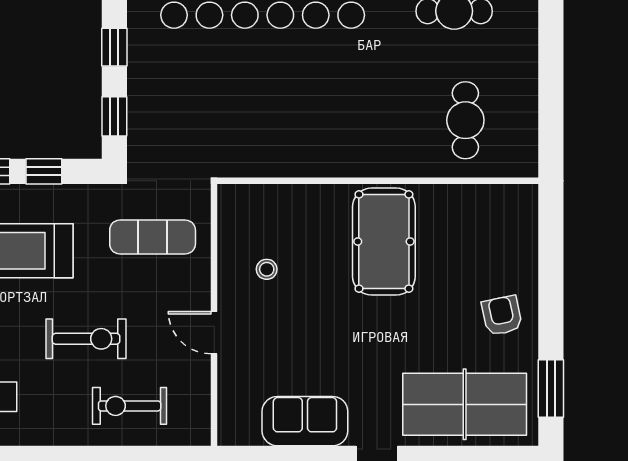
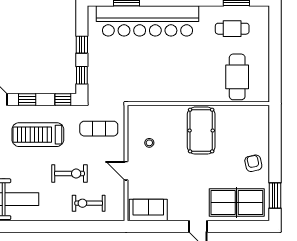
cafe table: (465, 120) -> (237, 77), width x1.37, depth x1.35
window: (44, 171) -> (63, 99), moved
sofa: (305, 421) -> (148, 210), moved

